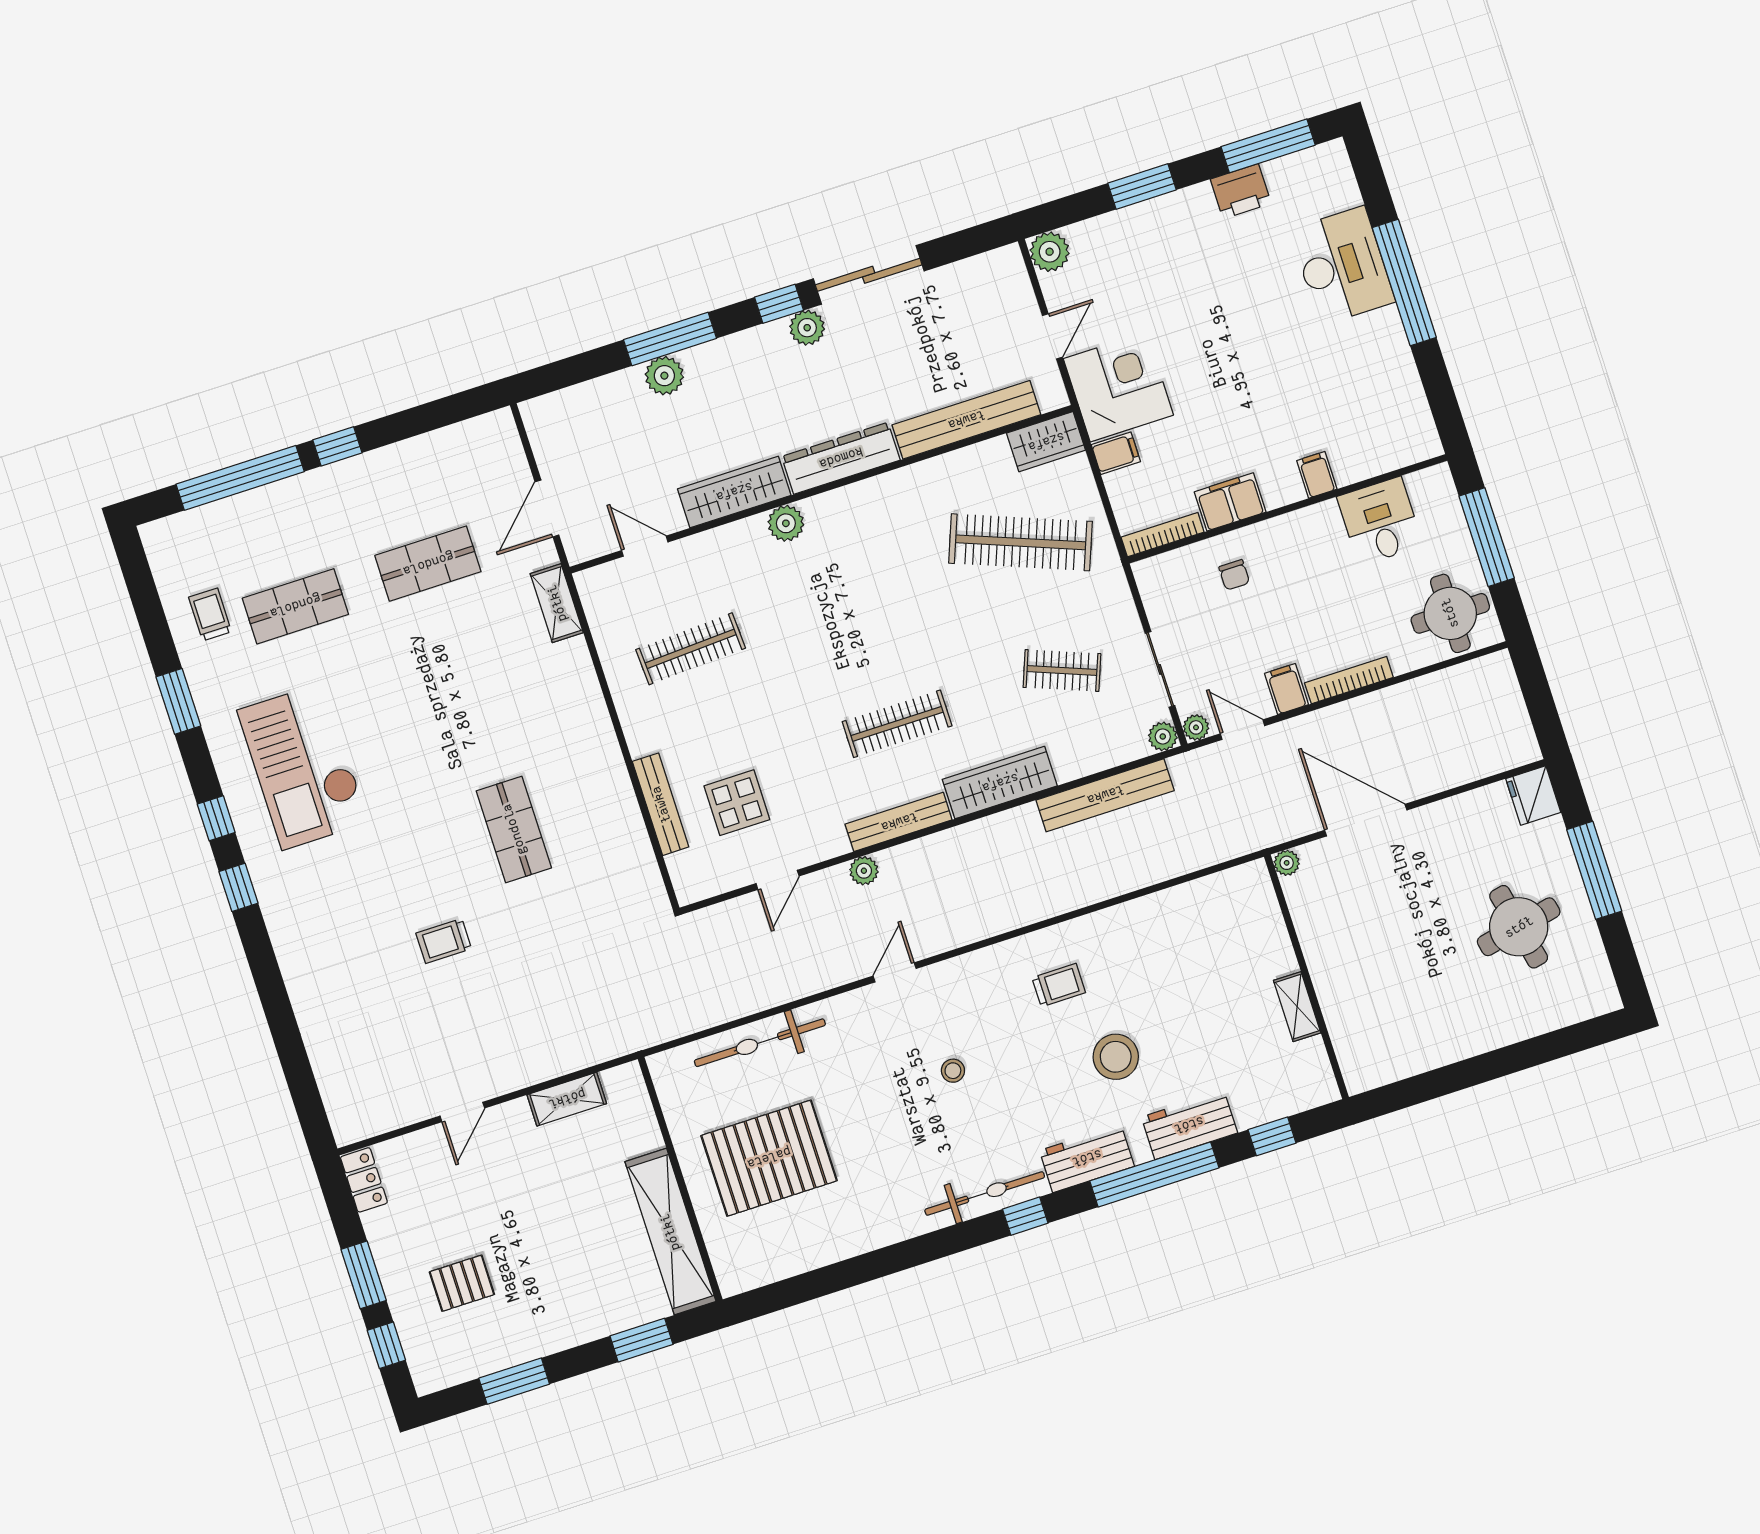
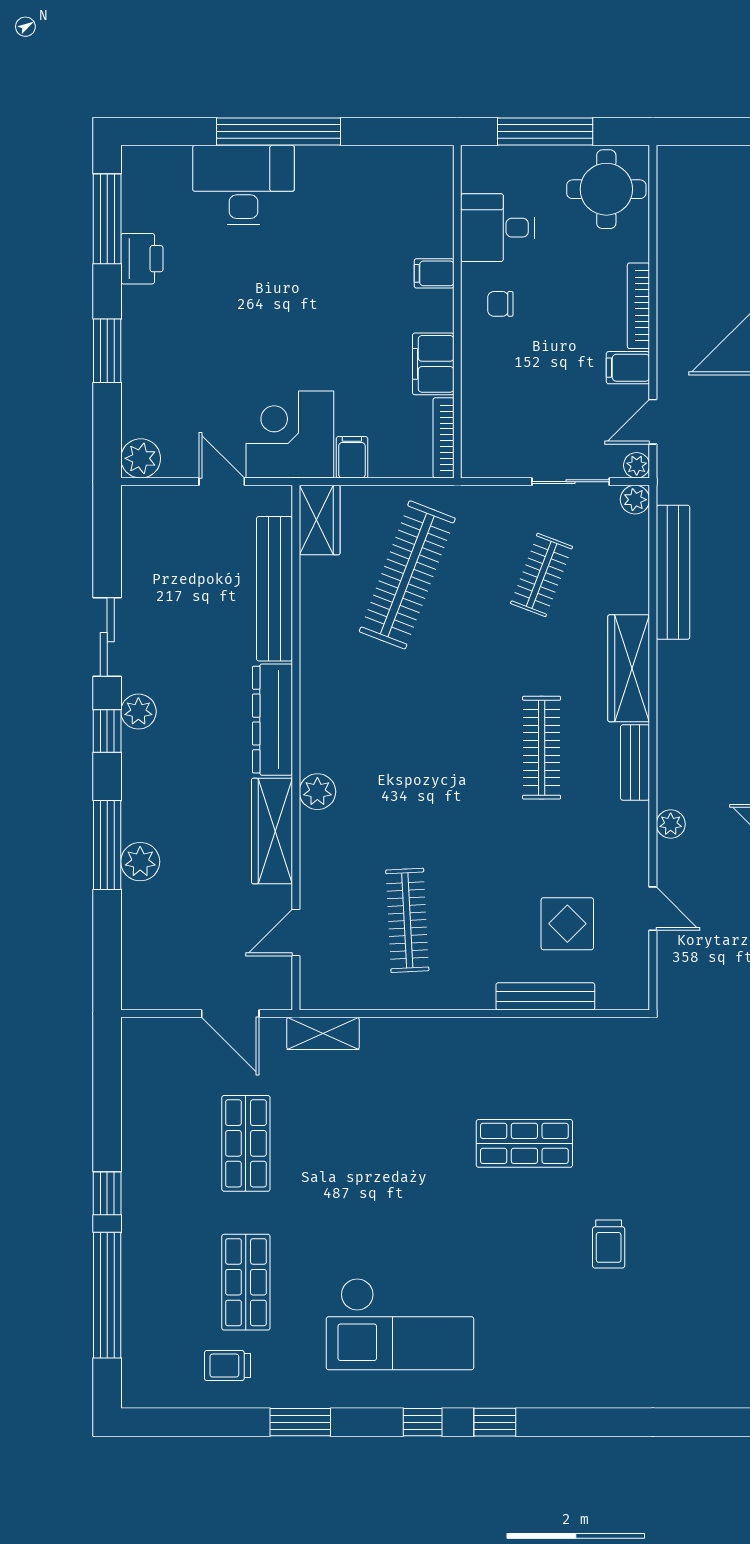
sliding door: (869, 275) -> (107, 637), width x0.73
chair: (1234, 575) -> (500, 304), moved, turned 180
bench: (899, 822) -> (635, 763), width x0.73

